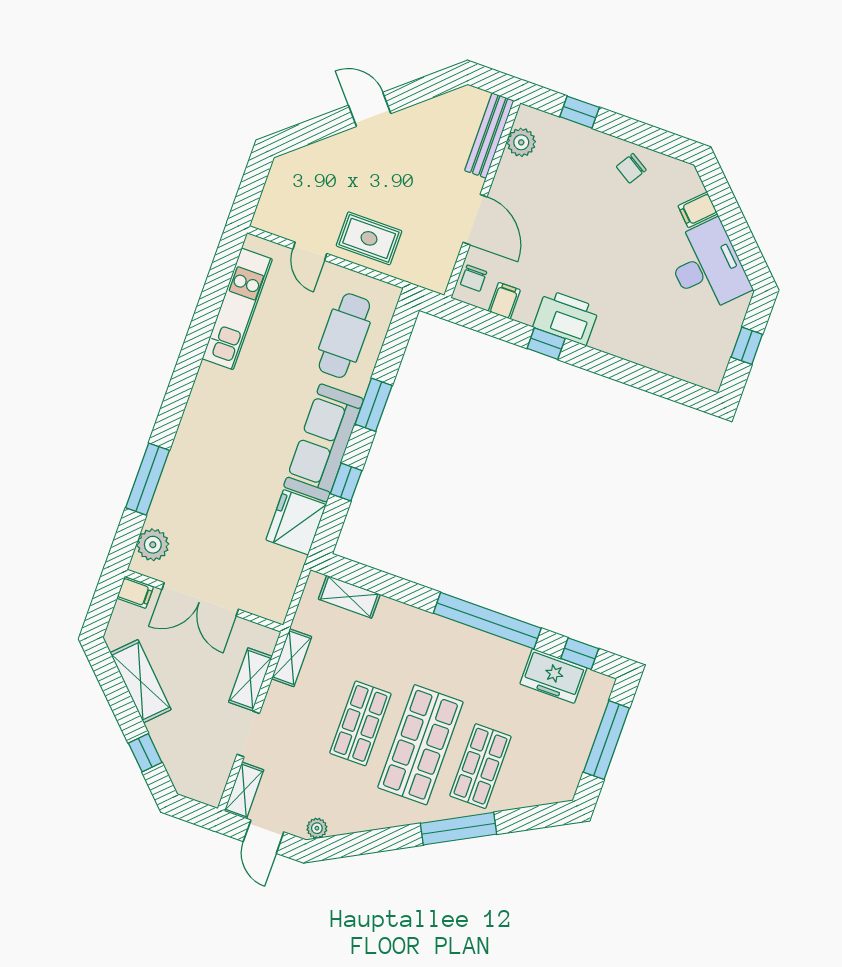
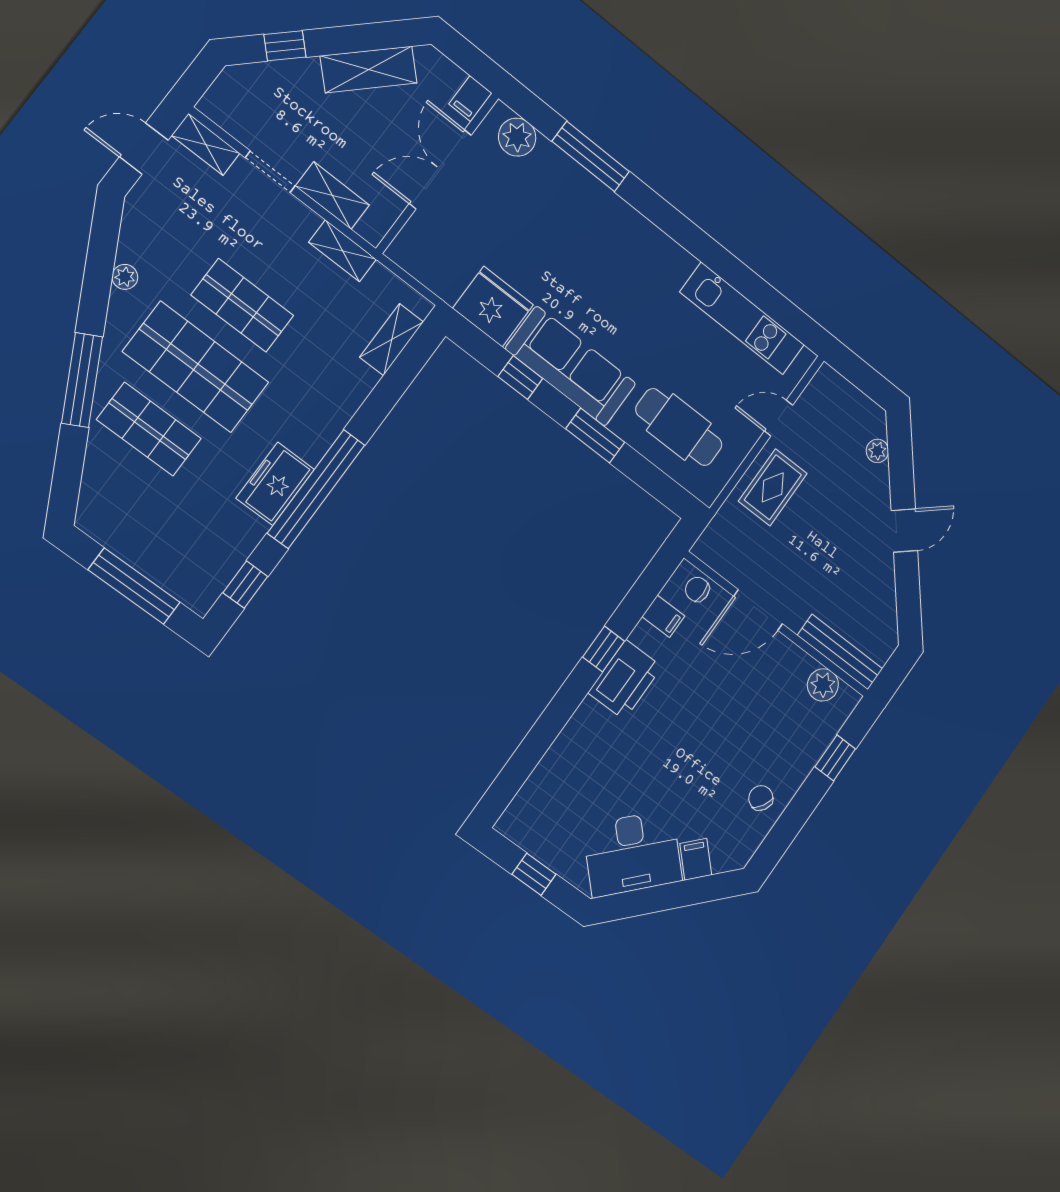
plant: (310, 155) -> (877, 451), added
freezer: (553, 676) -> (275, 484), moved
plant: (317, 828) -> (125, 277), moved

